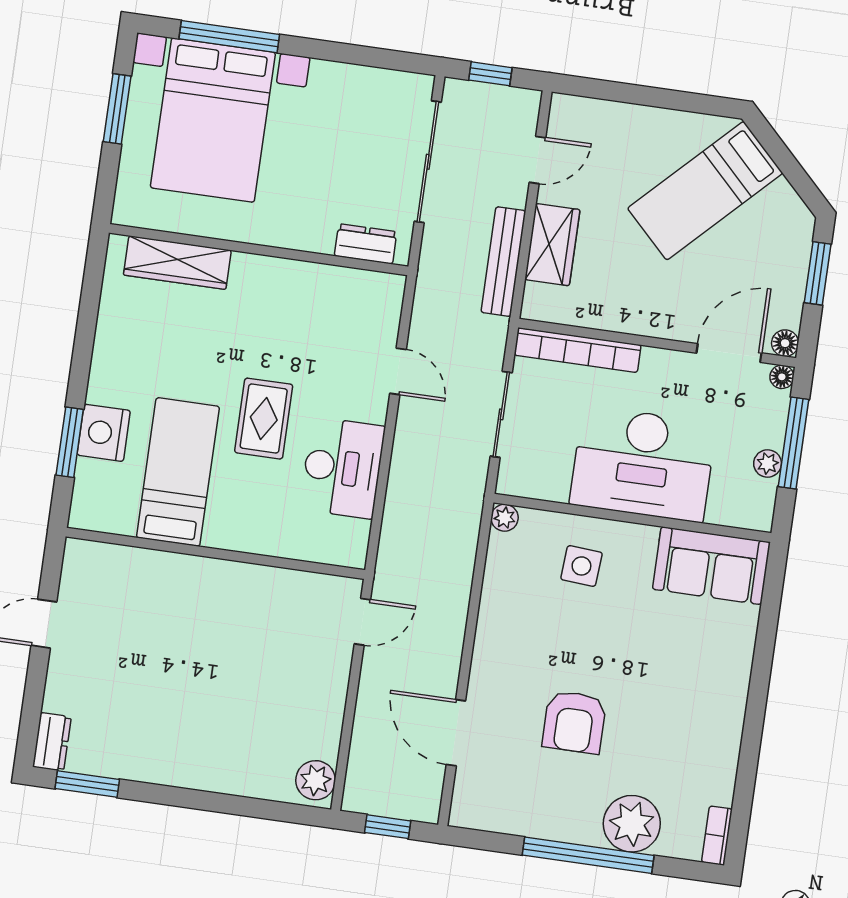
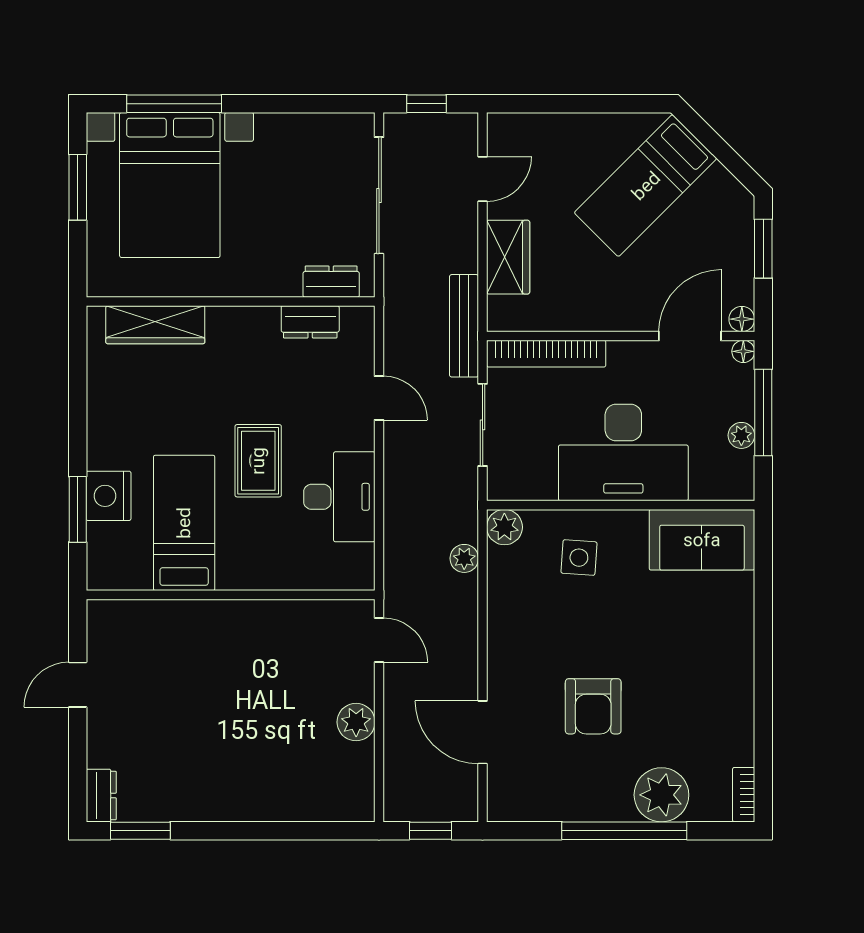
bench: (503, 262) -> (464, 326), moved
dresser: (338, 282) -> (310, 322), added
plant: (505, 518) -> (504, 527), width x1.38, depth x1.38
plant: (463, 550) -> (464, 558), added
door: (362, 622) -> (379, 640), hinge flipped
plant: (316, 780) -> (356, 722), moved

